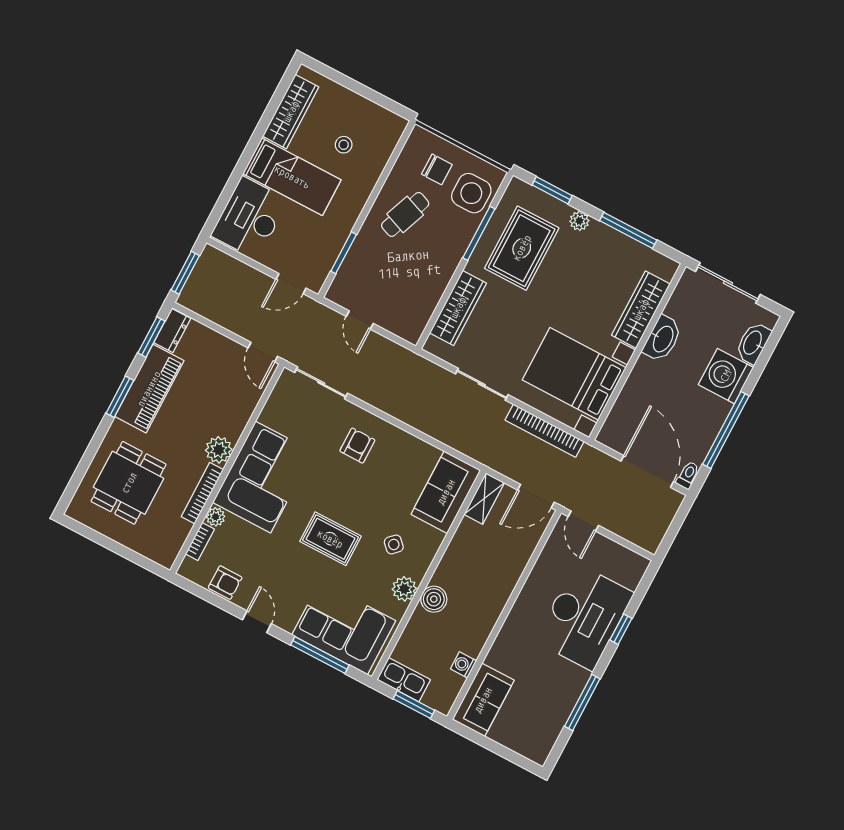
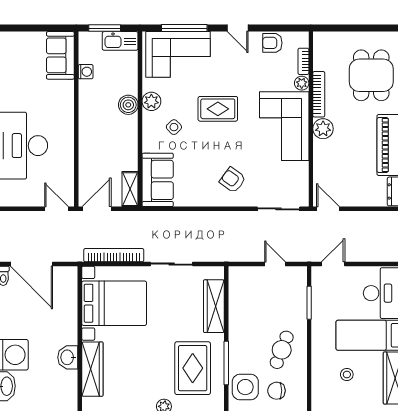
washbasin: (662, 339) -> (68, 357), width x0.72
armchair: (357, 446) -> (233, 180), turned 126

